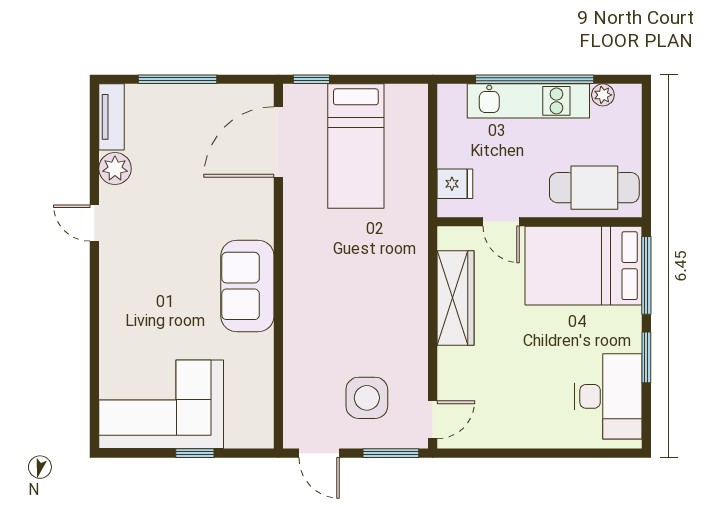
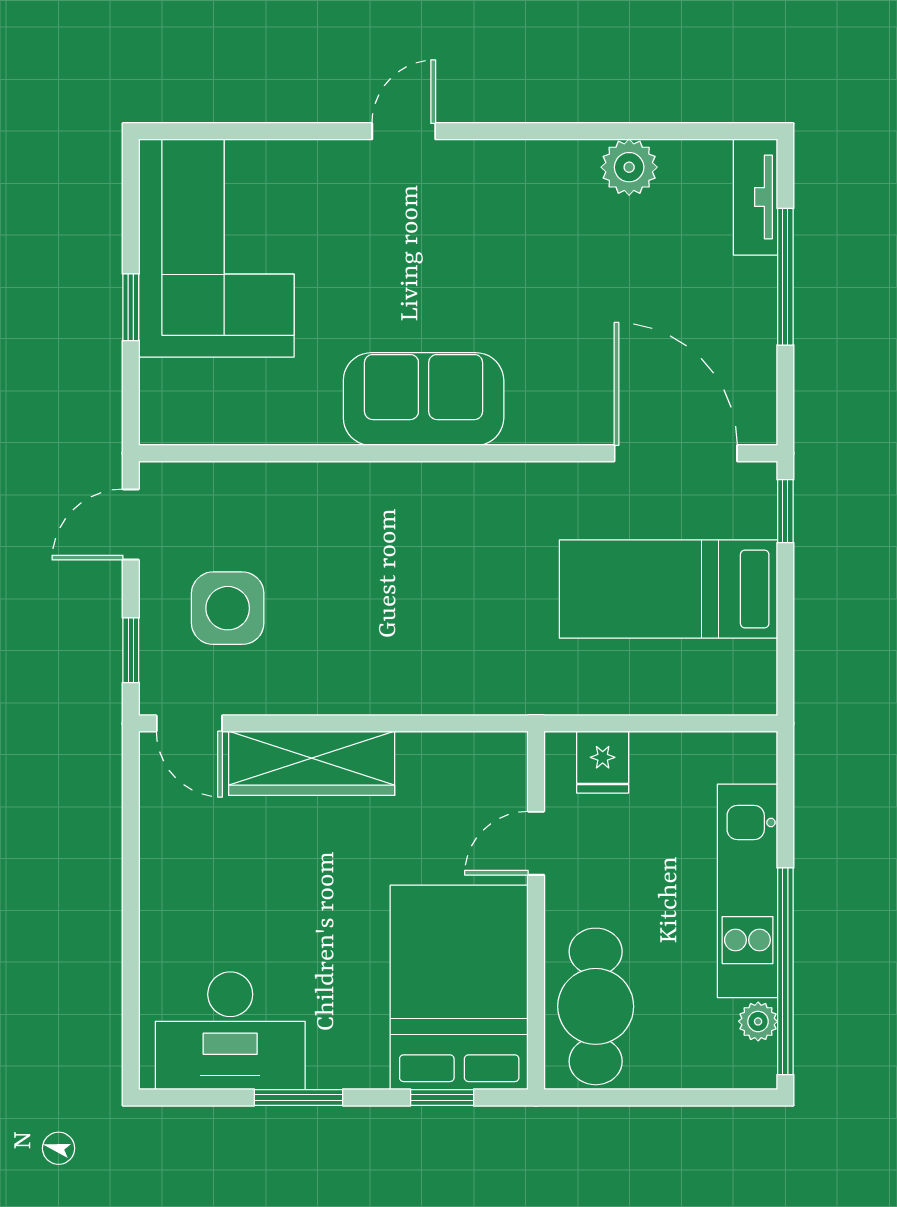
window: (535, 79) -> (785, 971), moved
tv unit: (111, 117) -> (755, 197), moved, turned 90
door: (94, 223) -> (404, 131), moved
window: (646, 275) -> (442, 1098), width x0.46
wardrobe: (455, 298) -> (312, 763), moved
window: (391, 453) -> (131, 650), width x0.67

